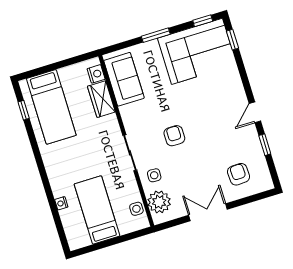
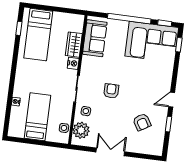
window: (156, 35) -> (129, 19), width x2.11
nightstand: (96, 74) -> (73, 63), moved
armchair: (239, 174) -> (142, 122), moved, turned 151

